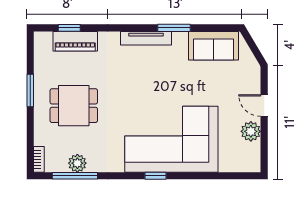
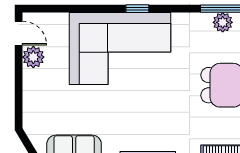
door: (264, 105) -> (19, 33), moved

